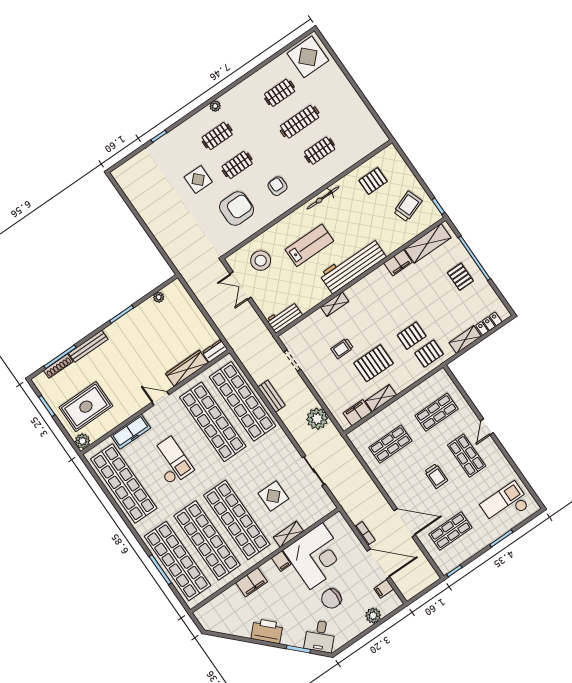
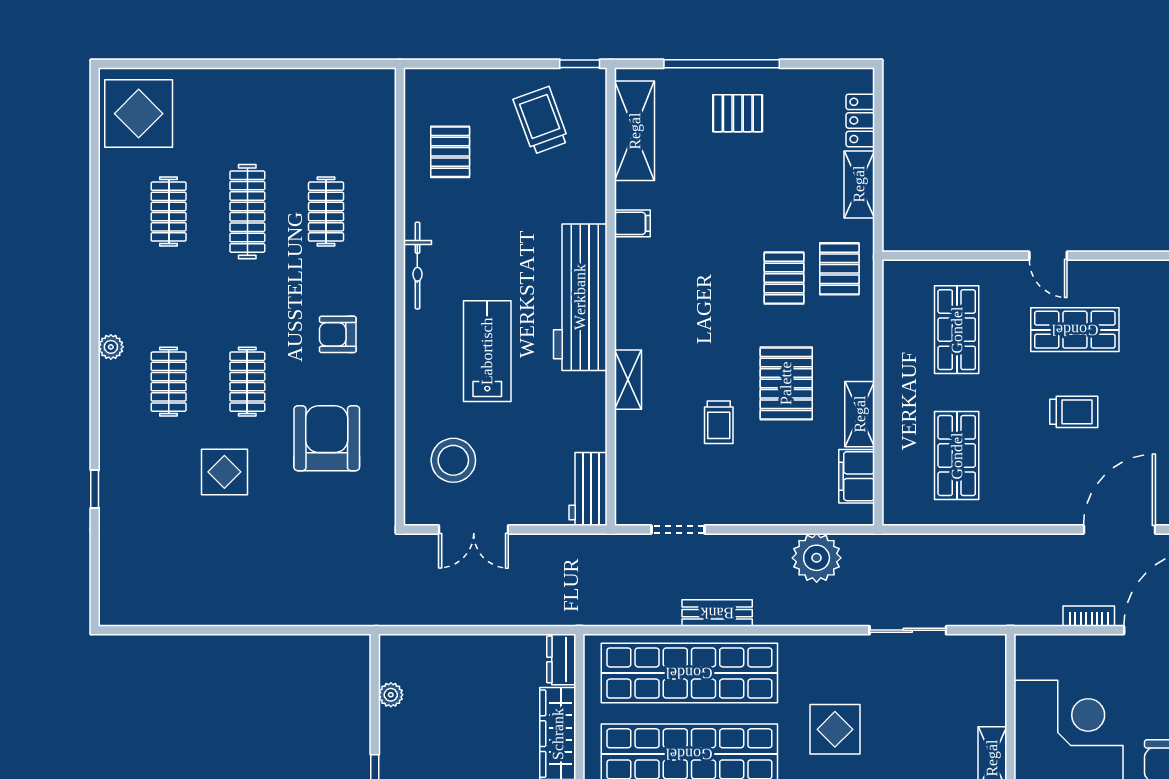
filing cabinet: (398, 263) -> (632, 223), width x0.50
display table: (273, 496) -> (835, 729), moved

